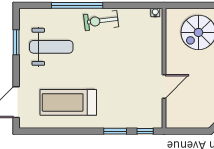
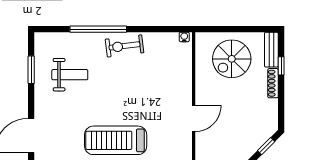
weight bench: (51, 47) -> (70, 75), width x0.73, depth x0.75
treadmill: (68, 102) -> (116, 140), moved

